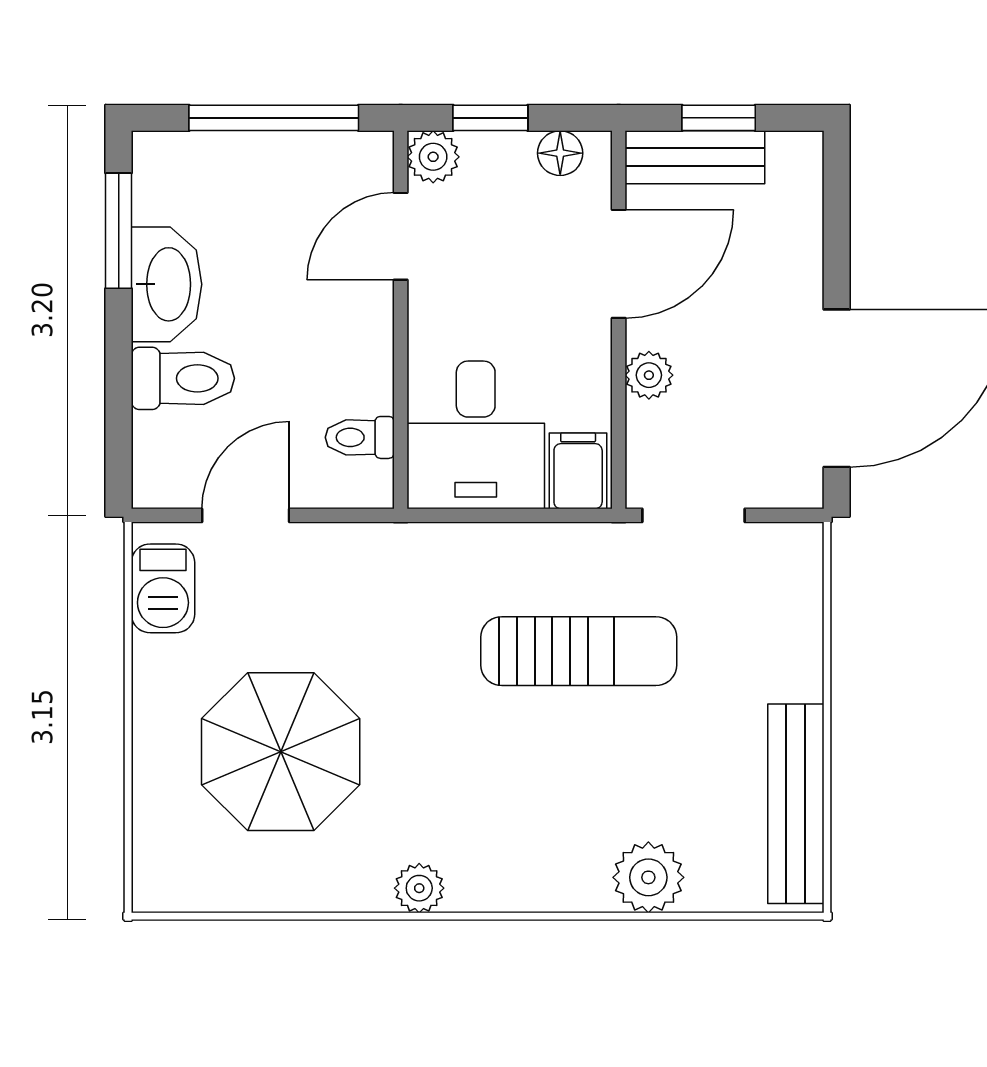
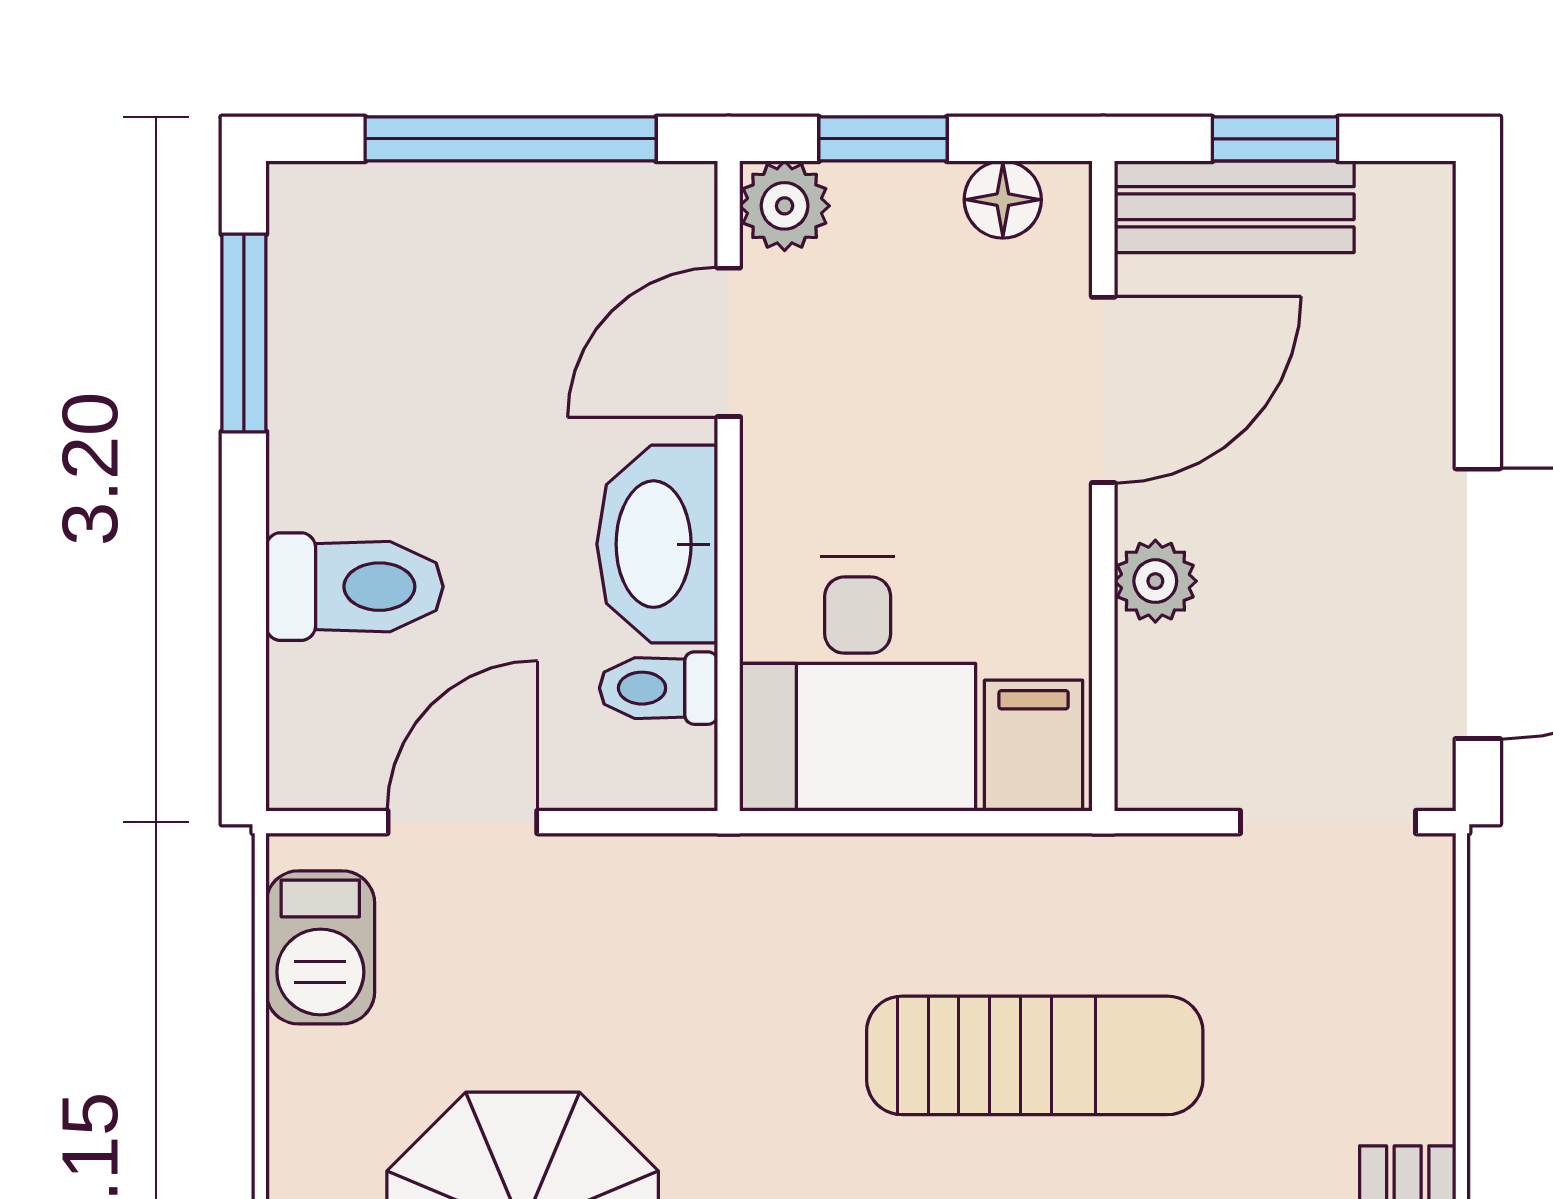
washbasin: (167, 284) -> (657, 544), moved, turned 180
doorway: (693, 515) -> (1328, 822), moved

